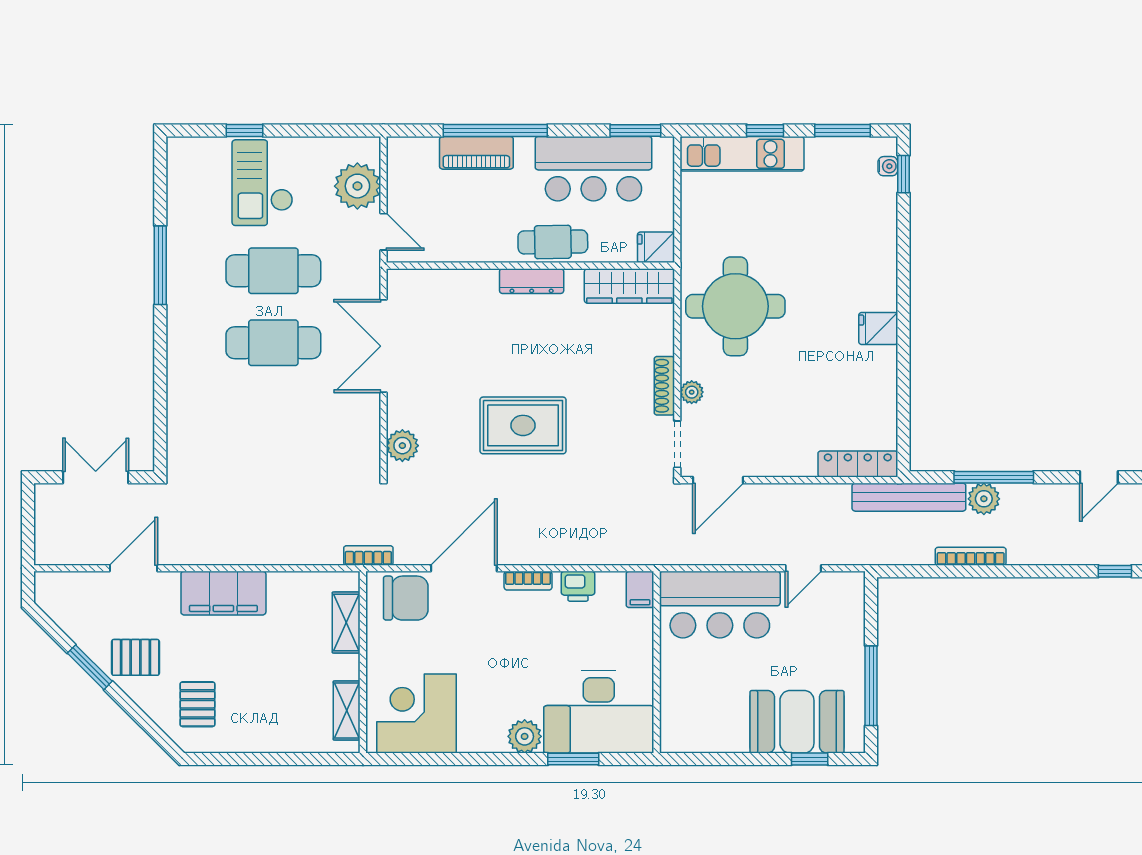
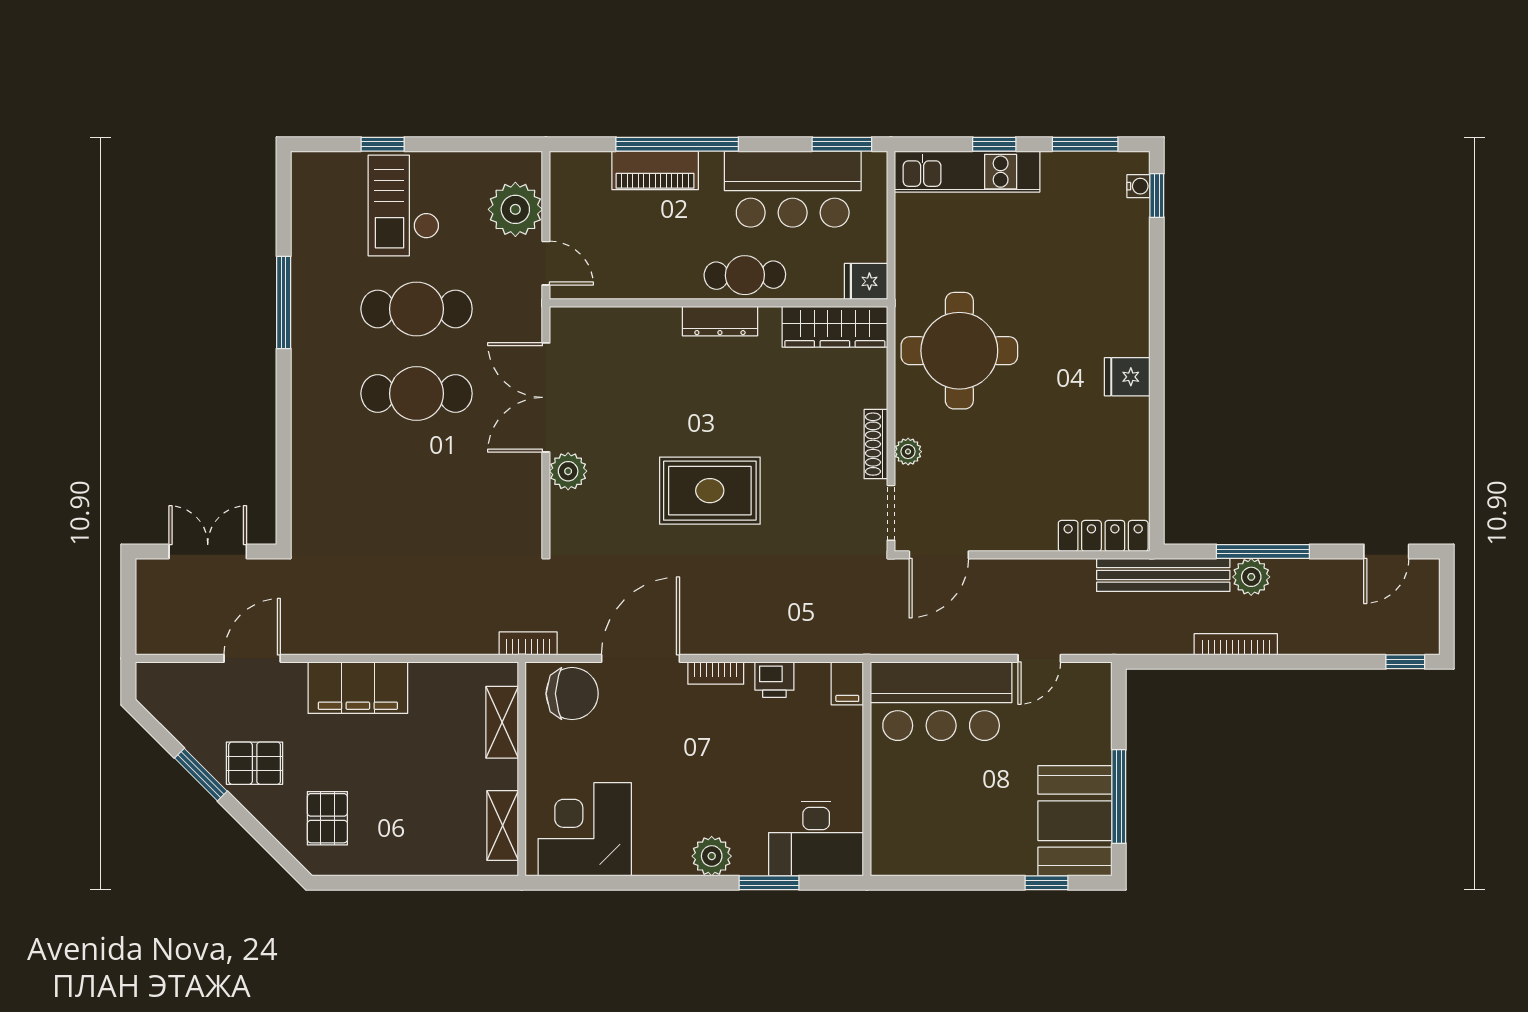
plant: (402, 446) -> (568, 471), moved
desk: (599, 712) -> (816, 839), width x0.73, depth x0.77
booth: (797, 722) -> (1075, 821), moved, turned 90

